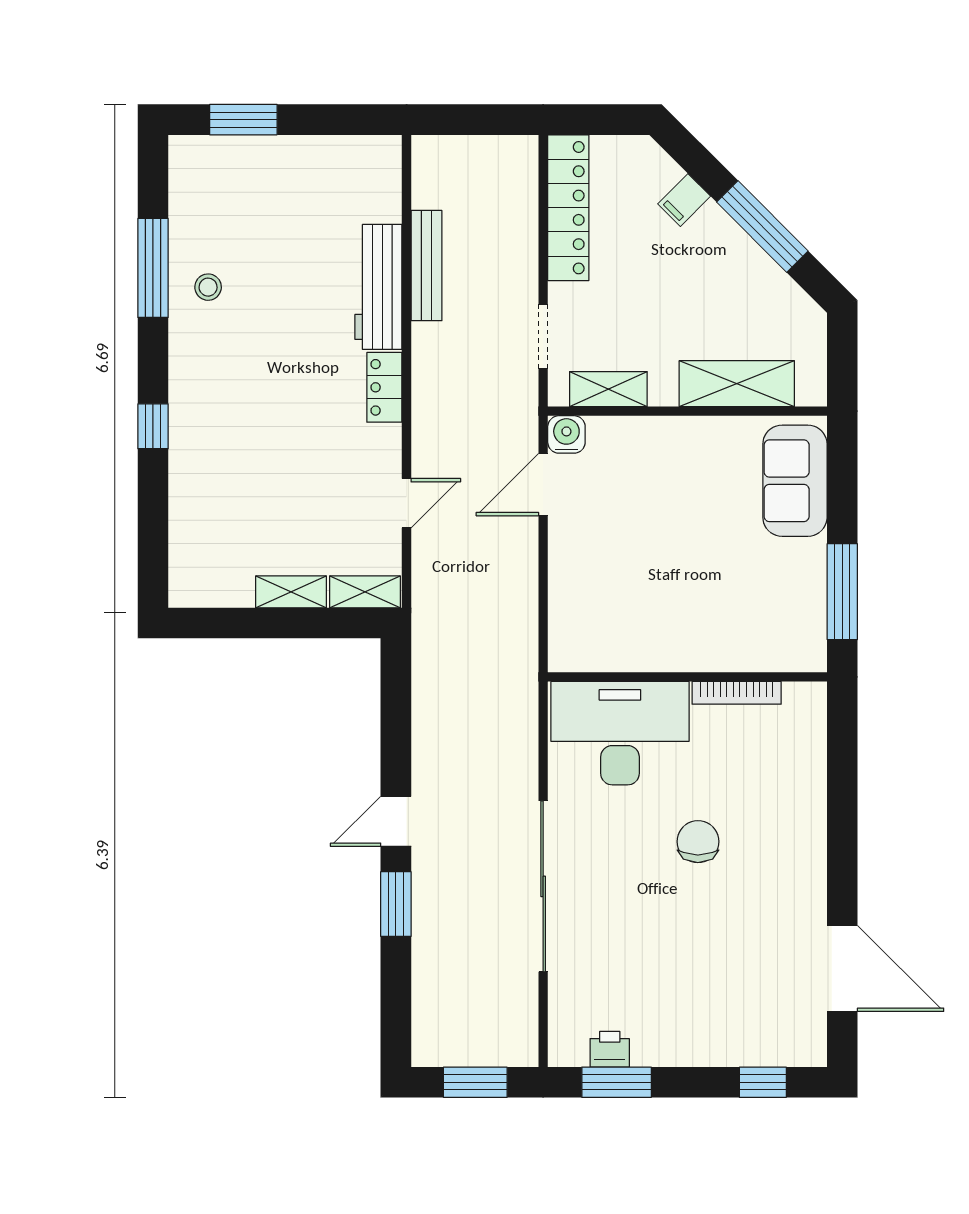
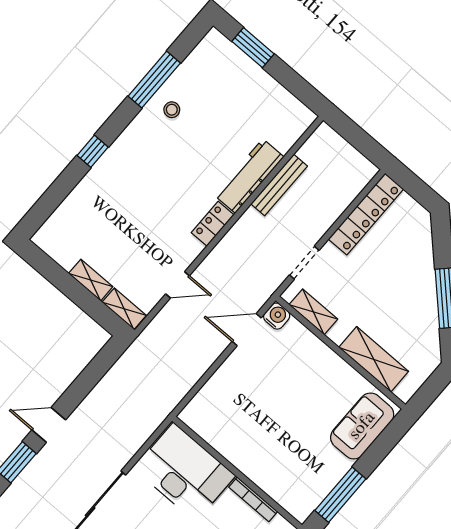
filing cabinet: (684, 200) -> (421, 256), removed

